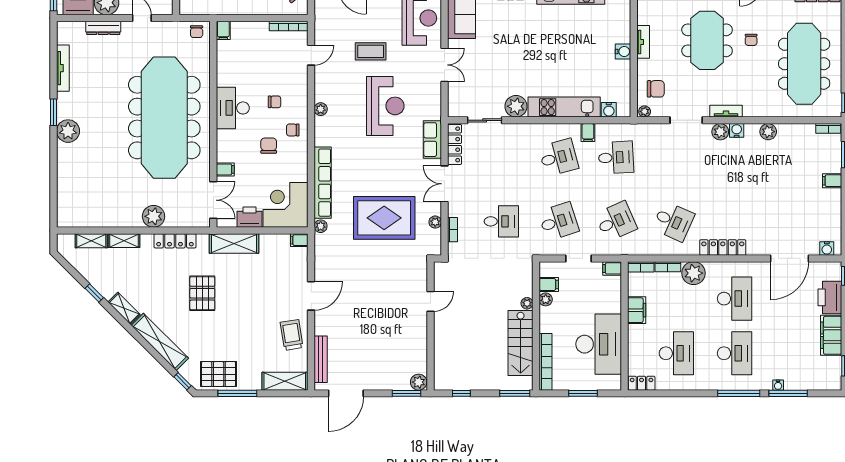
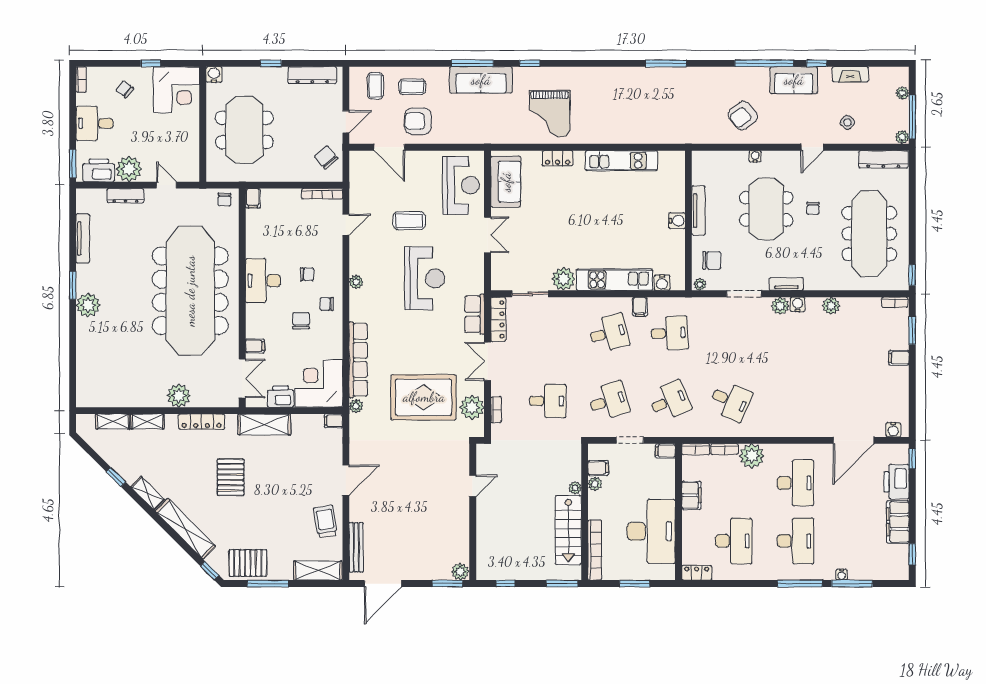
tv unit: (643, 42) -> (698, 211), width x1.41
plant: (435, 222) -> (472, 407), width x1.87, depth x1.87
locker: (723, 247) -> (783, 429), removed

